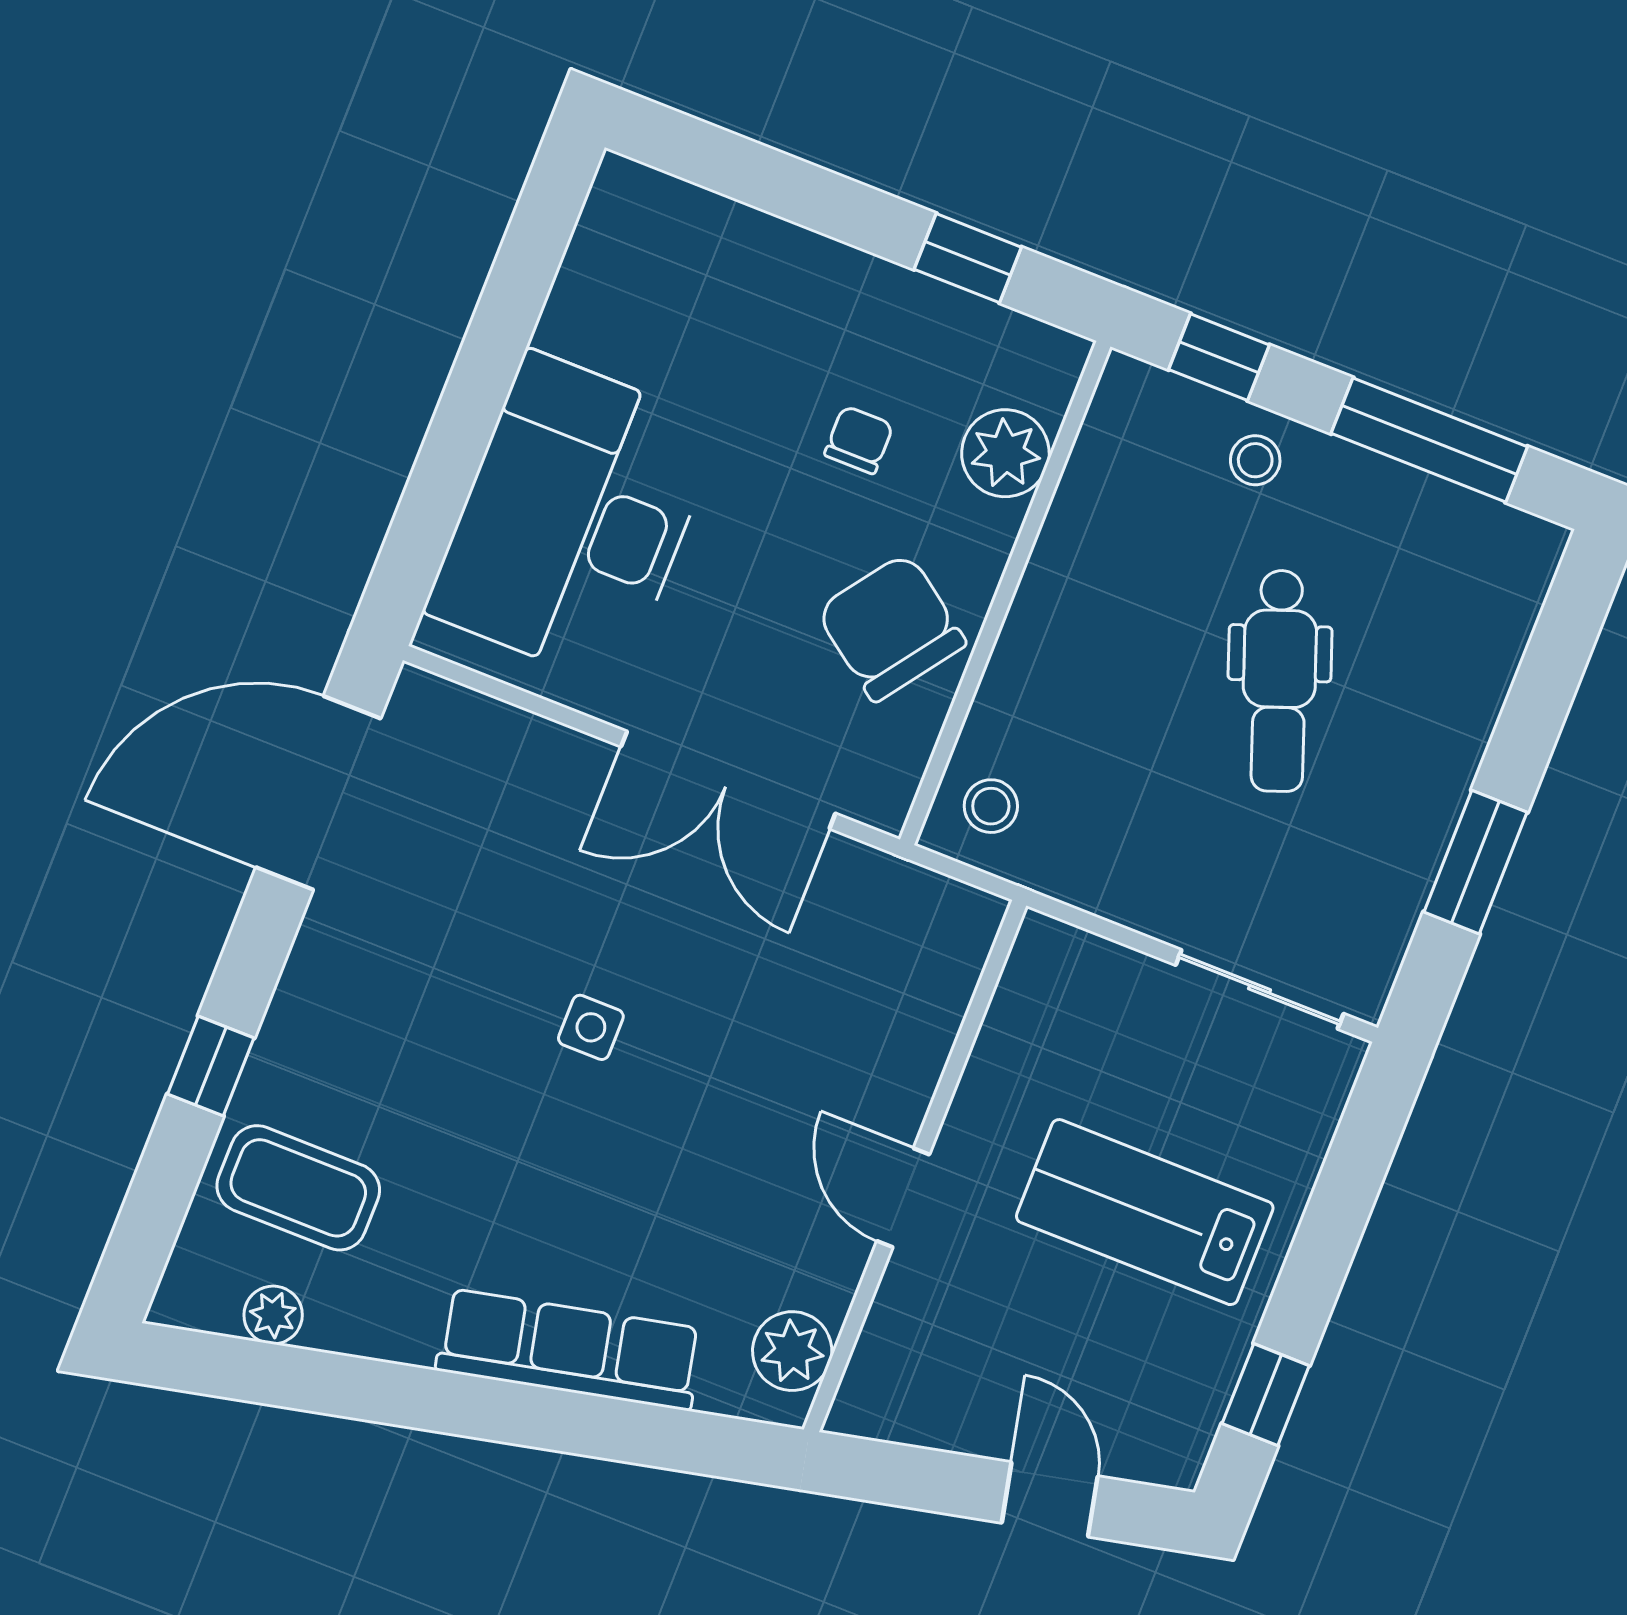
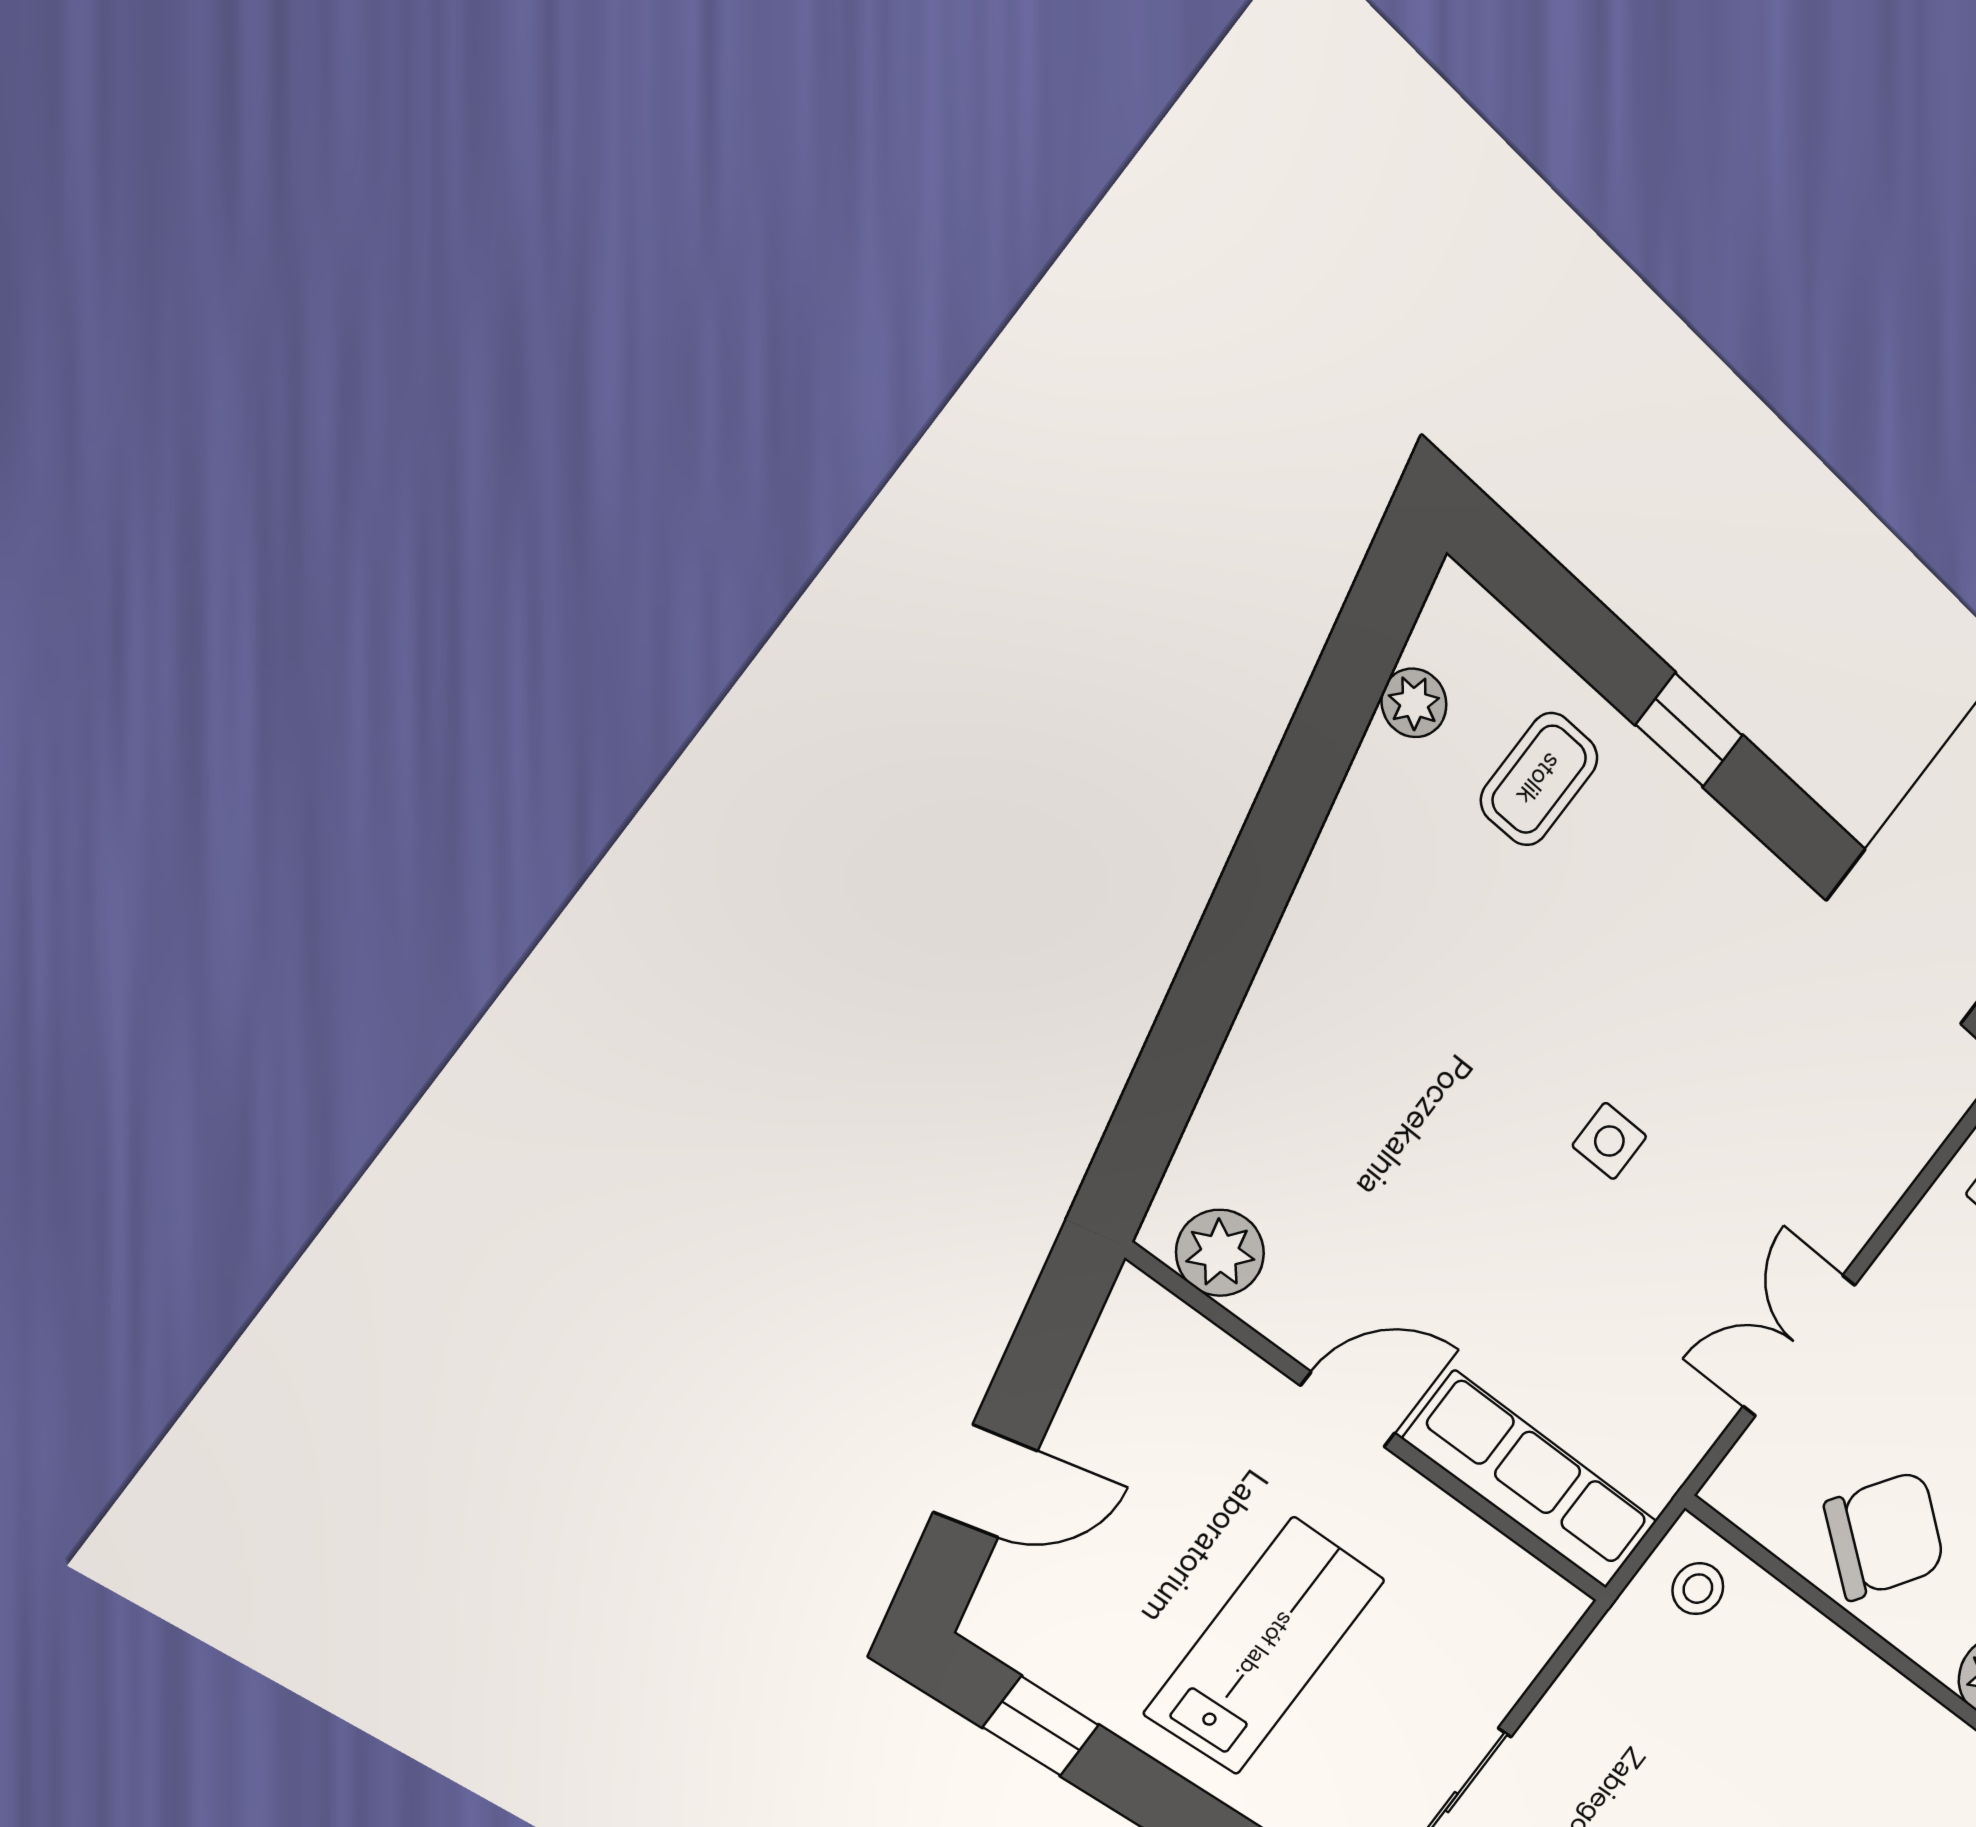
double door: (728, 780) -> (1799, 1346), width x0.73
coffee table: (298, 1188) -> (1539, 779), width x0.73, depth x0.77
row of seats: (569, 1350) -> (1532, 1481), moved, turned -78

